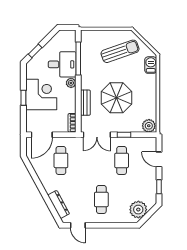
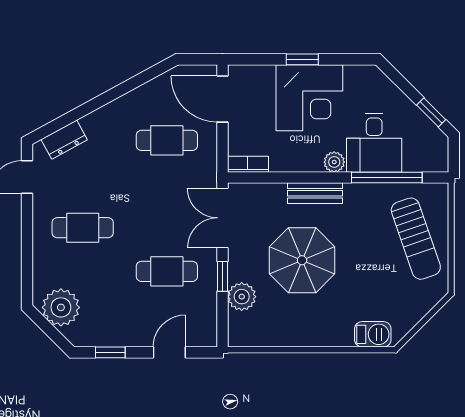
window: (35, 51) -> (431, 112), moved
sun lounger: (120, 51) -> (416, 239), moved
bench: (85, 103) -> (315, 193), moved
plant: (149, 126) -> (242, 297), moved
dresser: (59, 204) -> (64, 140), width x0.70

